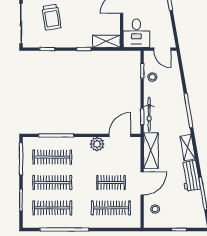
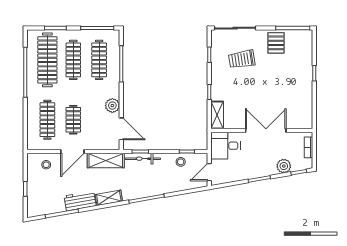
door: (142, 183) -> (72, 152), hinge flipped
clothes rail: (52, 208) -> (47, 60), width x1.37, depth x1.31

